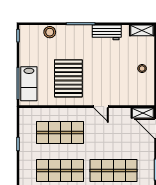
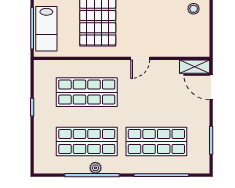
door: (101, 107) -> (140, 58), hinge flipped

